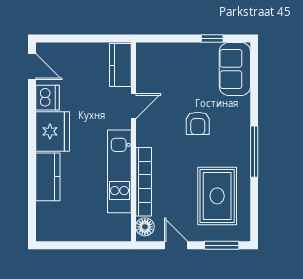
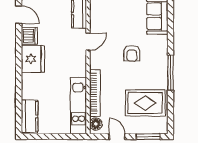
kitchen unit: (119, 171) -> (78, 106), moved
kitchen counter: (48, 177) -> (30, 116), moved
rug: (217, 196) -> (145, 103), turned 90

